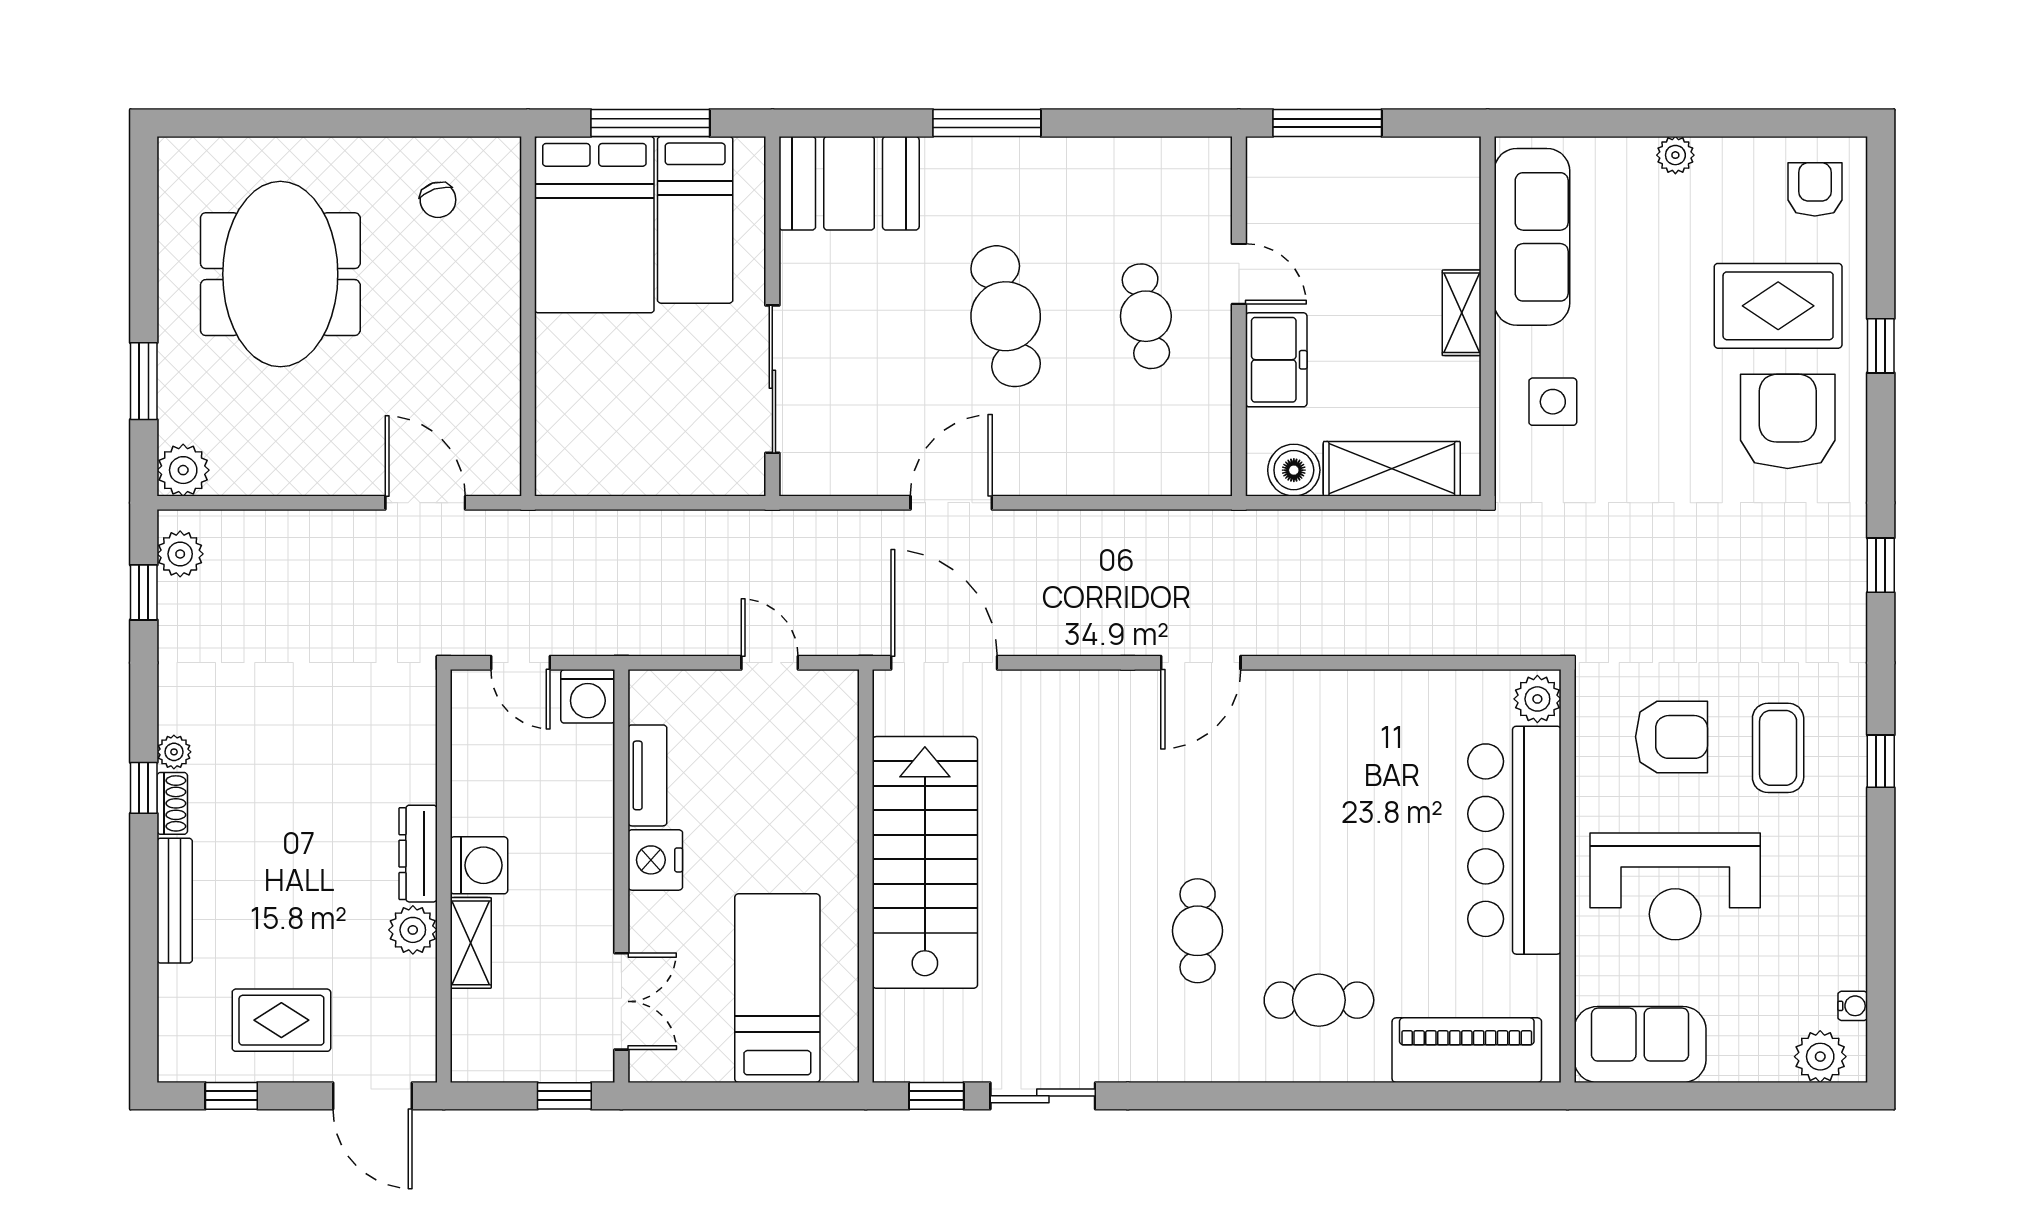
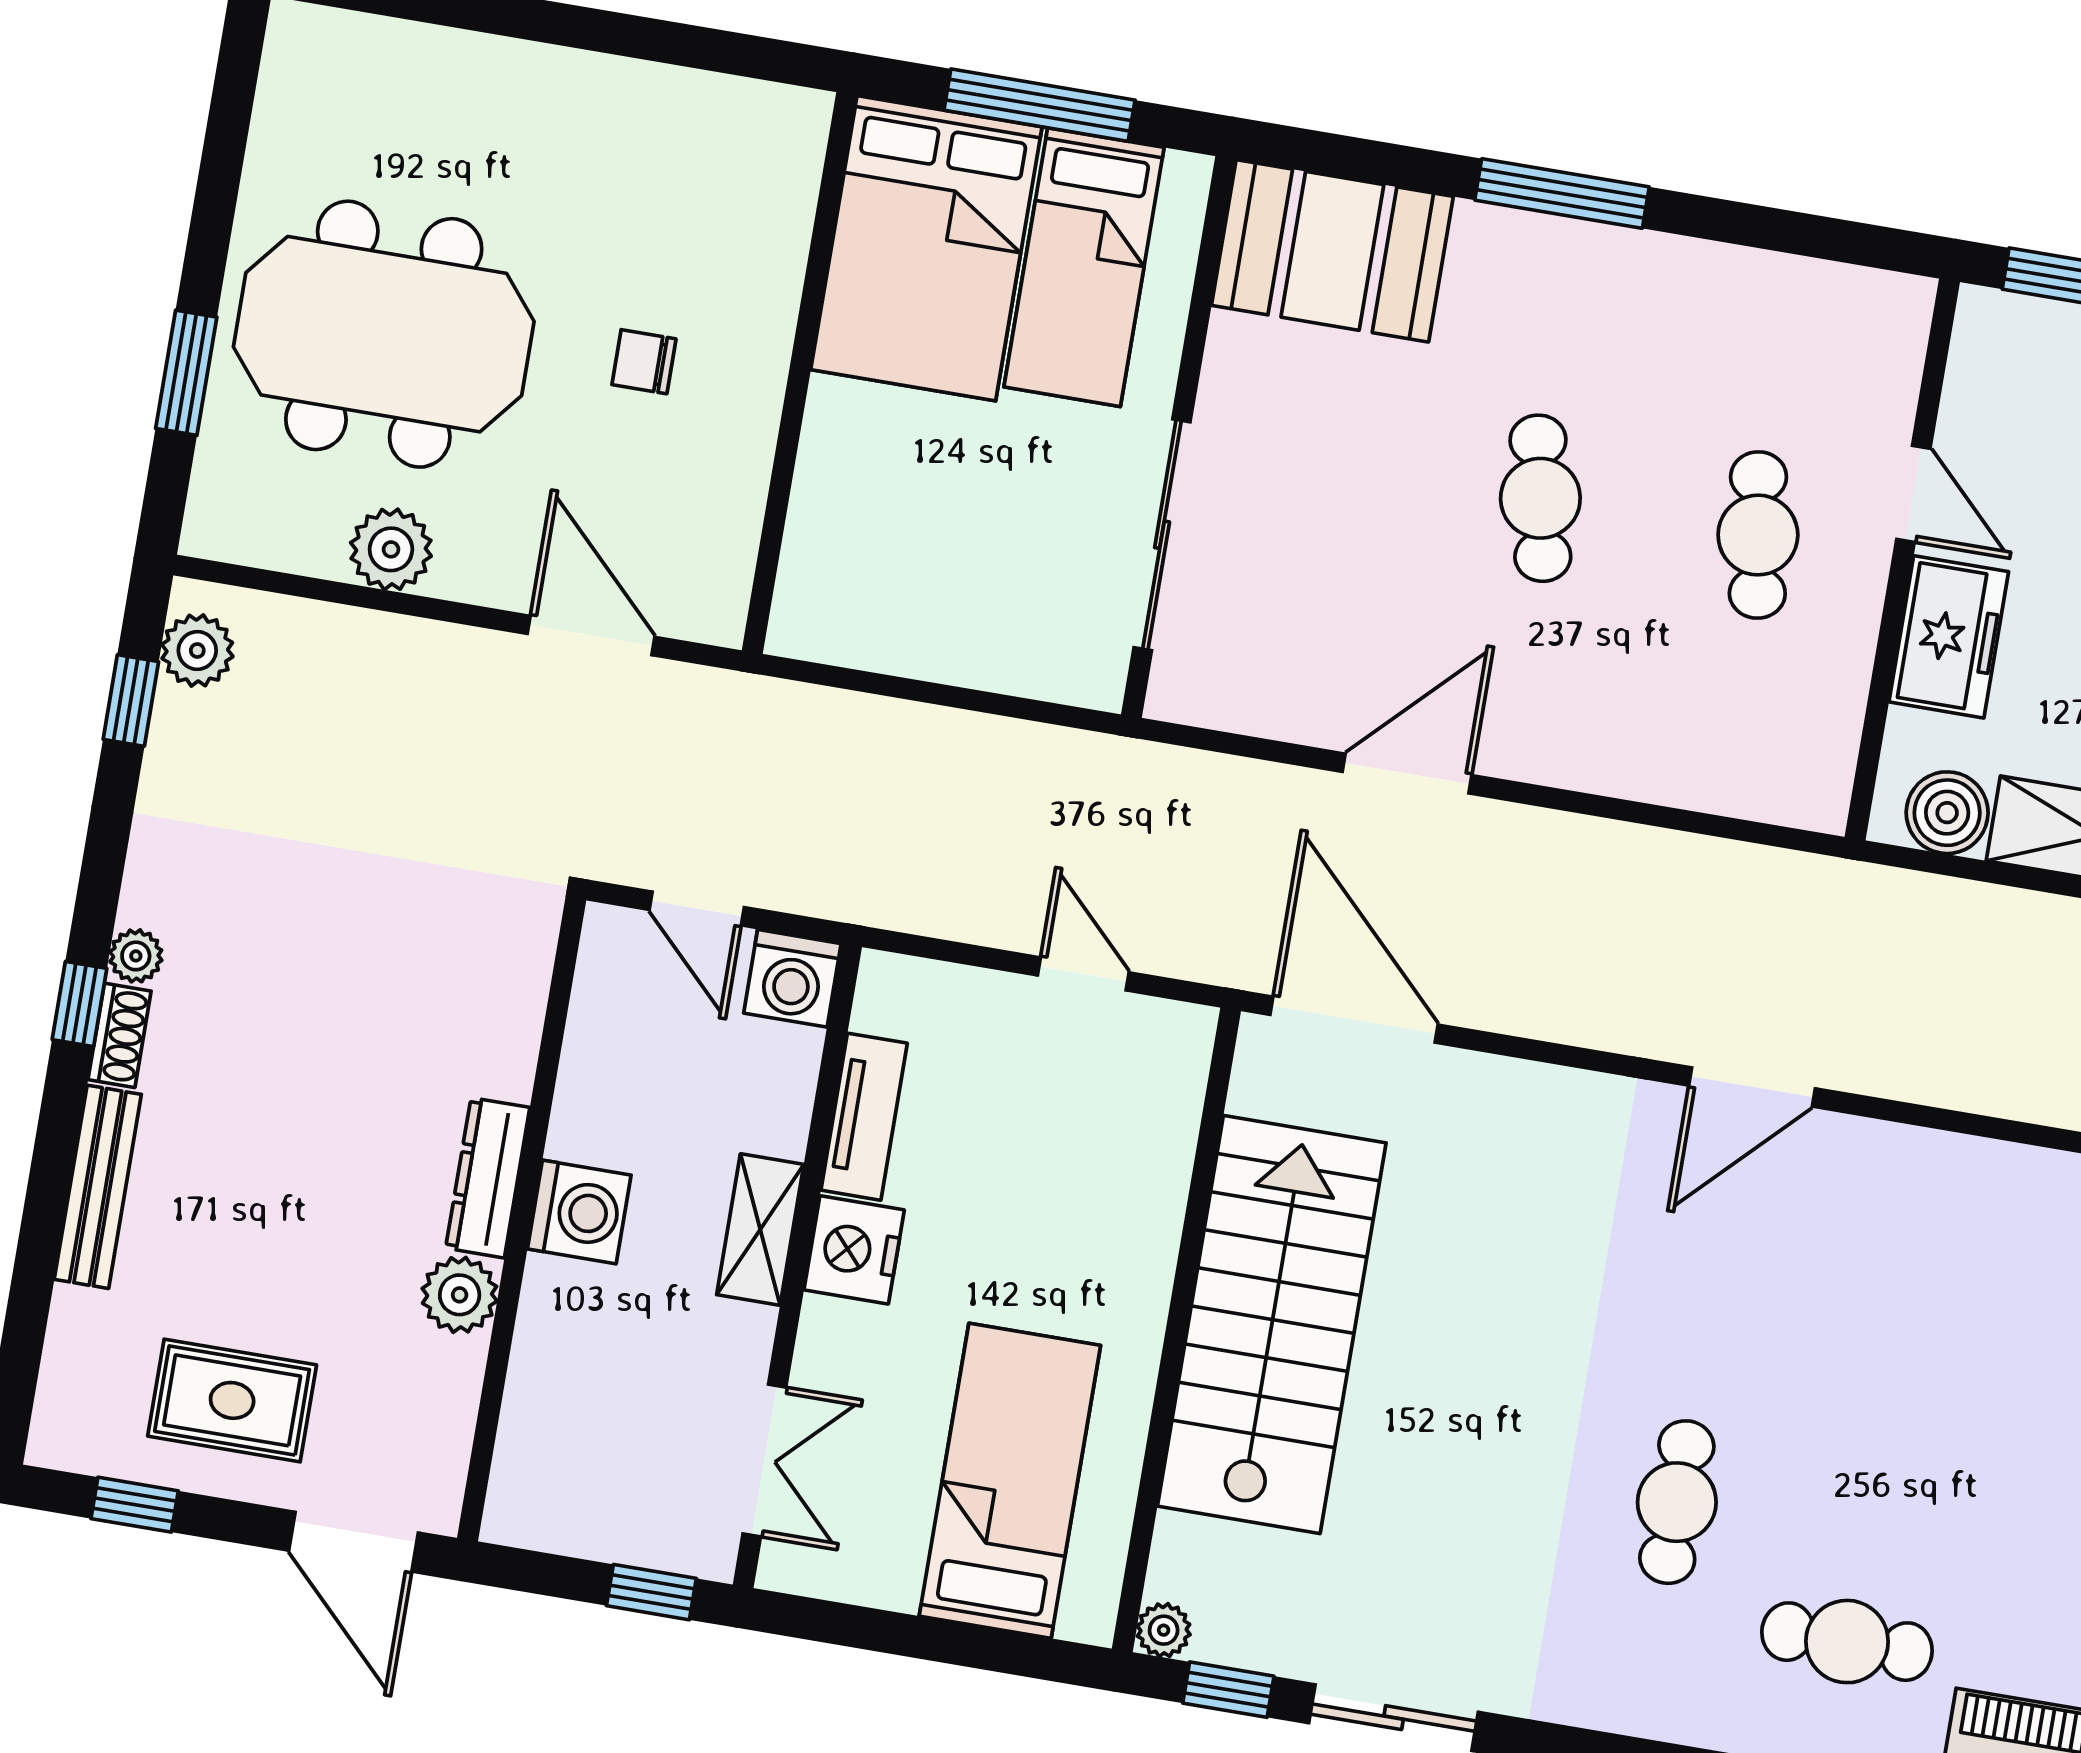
chair: (438, 200) -> (644, 362), moved, turned 108
meeting table: (280, 274) -> (384, 334), moved, turned 90
cafe table: (1006, 316) -> (1540, 498), width x0.73, depth x0.74
plant: (183, 470) -> (391, 549), moved
shelving: (471, 943) -> (760, 1230), moved
plant: (889, 1065) -> (1164, 1630), added

